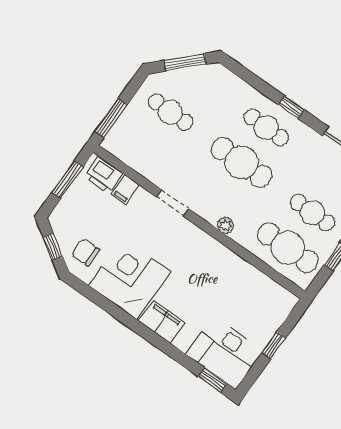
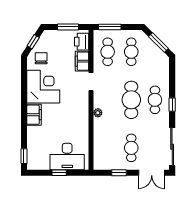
filing cabinet: (125, 189) -> (82, 61), width x2.00
cafe table: (288, 248) -> (108, 52), moved, width x0.73, depth x0.74
desk: (225, 353) -> (67, 156), moved, turned -90

